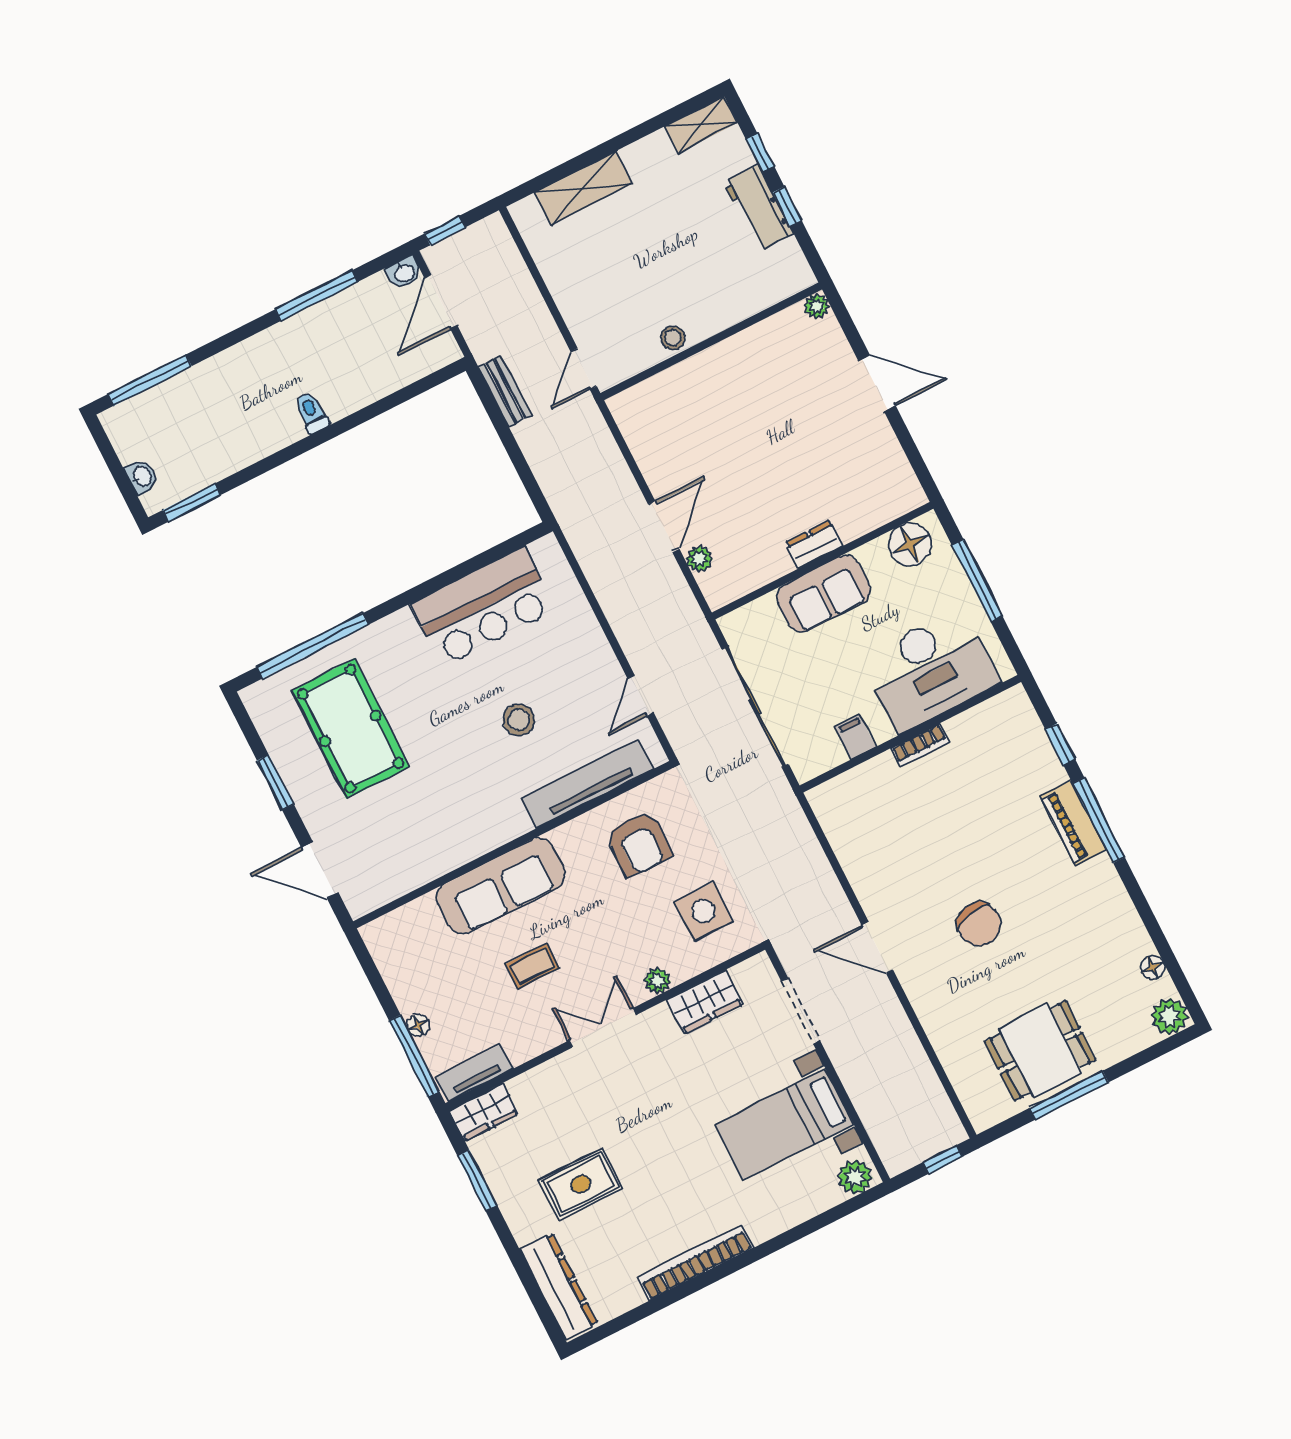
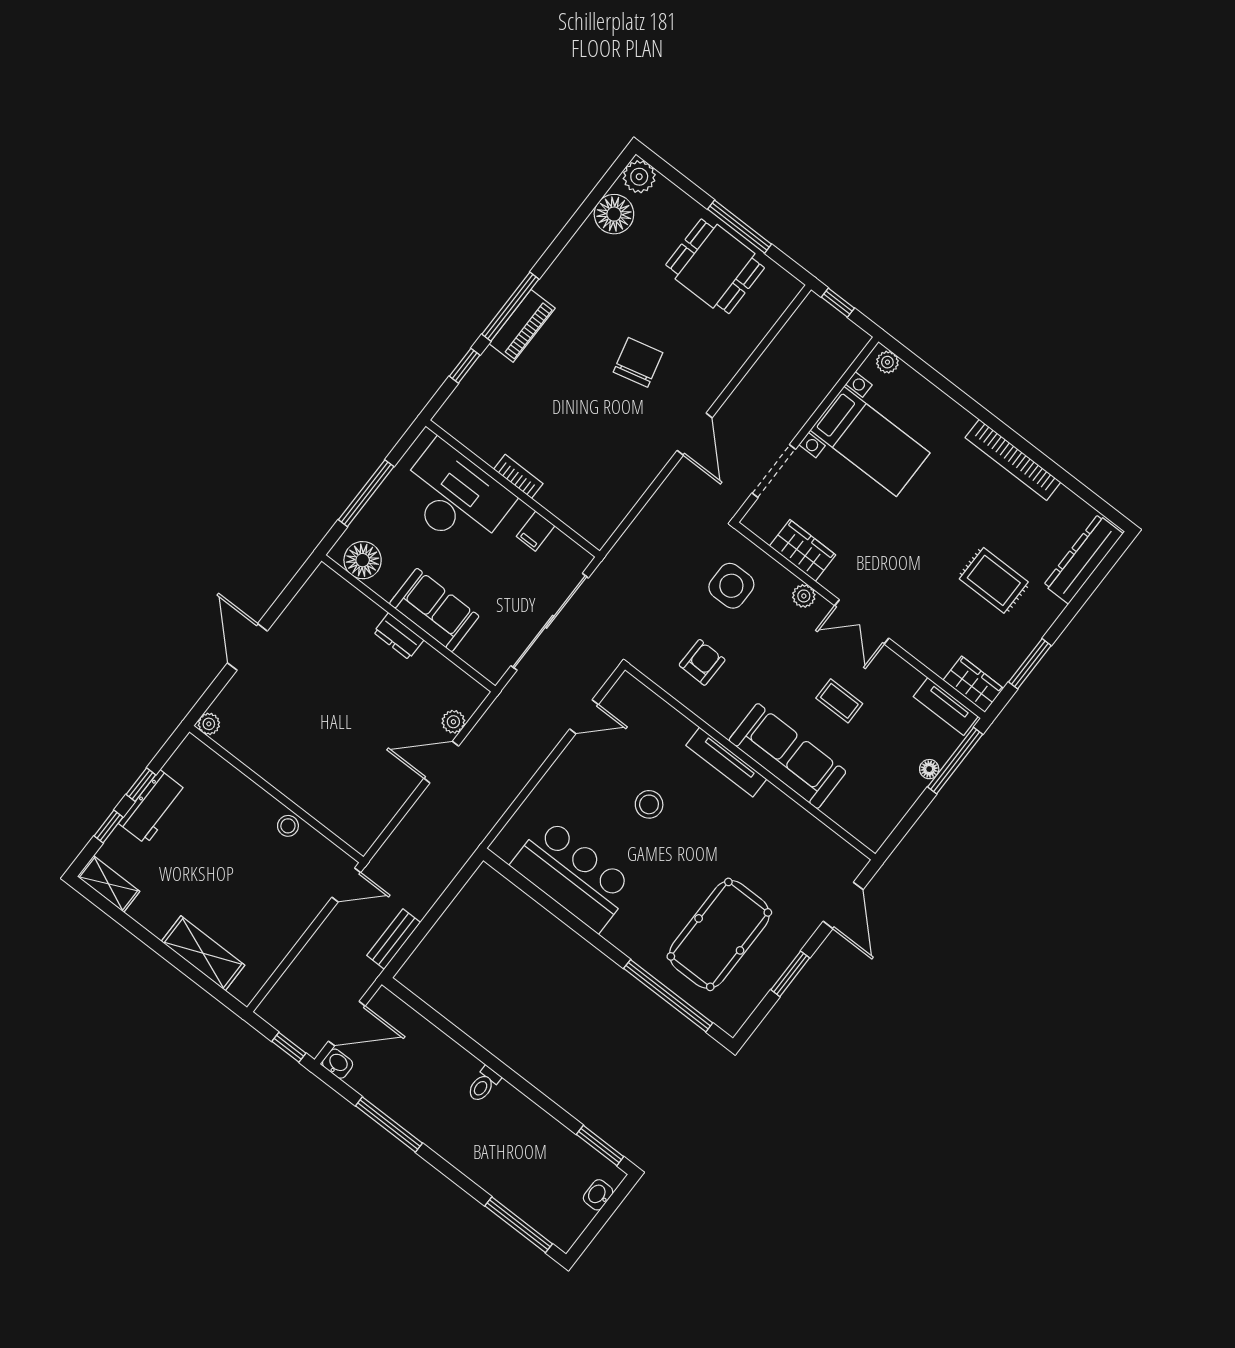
tv unit: (587, 784) -> (726, 762), moved, width x0.73, depth x0.78
armchair: (639, 844) -> (702, 662), width x0.72, depth x0.72
floor lamp: (1153, 967) -> (614, 214), width x1.89, depth x1.89
plant: (855, 1177) -> (887, 362), width x0.73, depth x0.73

